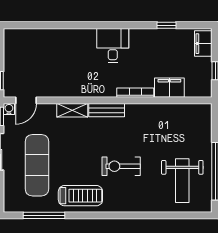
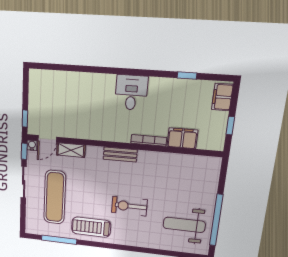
shelving: (72, 110) -> (71, 150), moved
weight bench: (182, 181) -> (184, 225), turned 90
treadmill: (80, 196) -> (91, 227), turned 180

